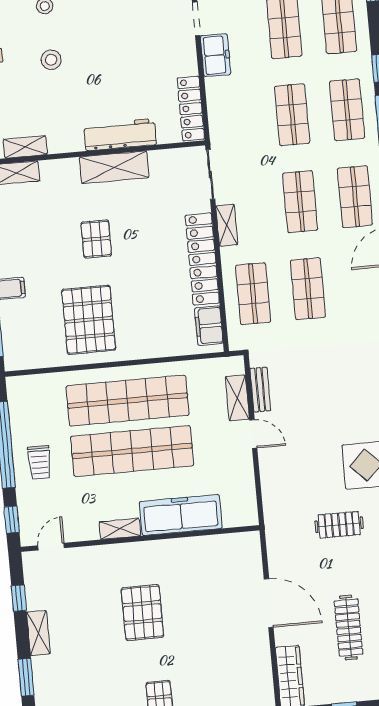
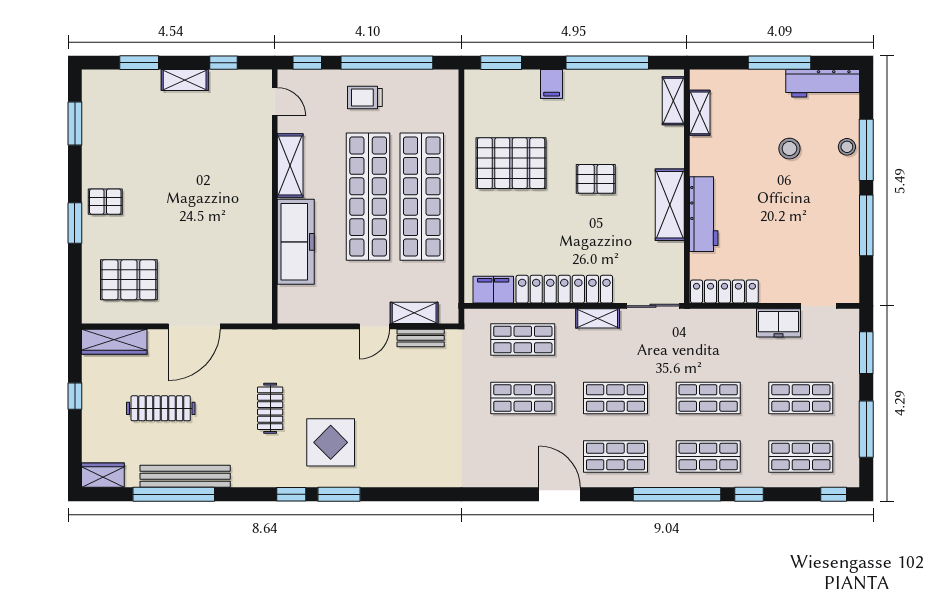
shelving: (120, 529) -> (290, 165), width x1.50, depth x1.33
pallet: (142, 613) -> (129, 280), moved

